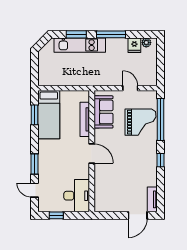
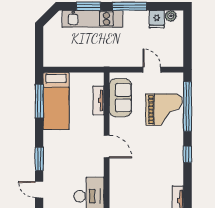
window: (34, 115) -> (39, 101), width x1.44
tv unit: (85, 119) -> (98, 100), width x0.71

